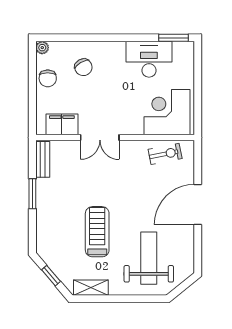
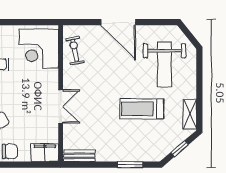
filing cabinet: (62, 124) -> (45, 153), moved, turned 90
window: (32, 194) -> (130, 165), moved
weight bench: (149, 258) -> (164, 64), turned -90

